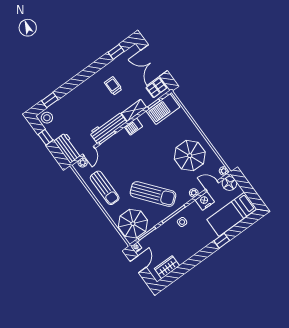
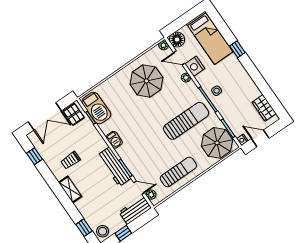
shelving: (134, 110) -> (70, 189), moved
door: (212, 186) -> (179, 58), hinge flipped
sun lounger: (153, 194) -> (186, 121), turned 39

